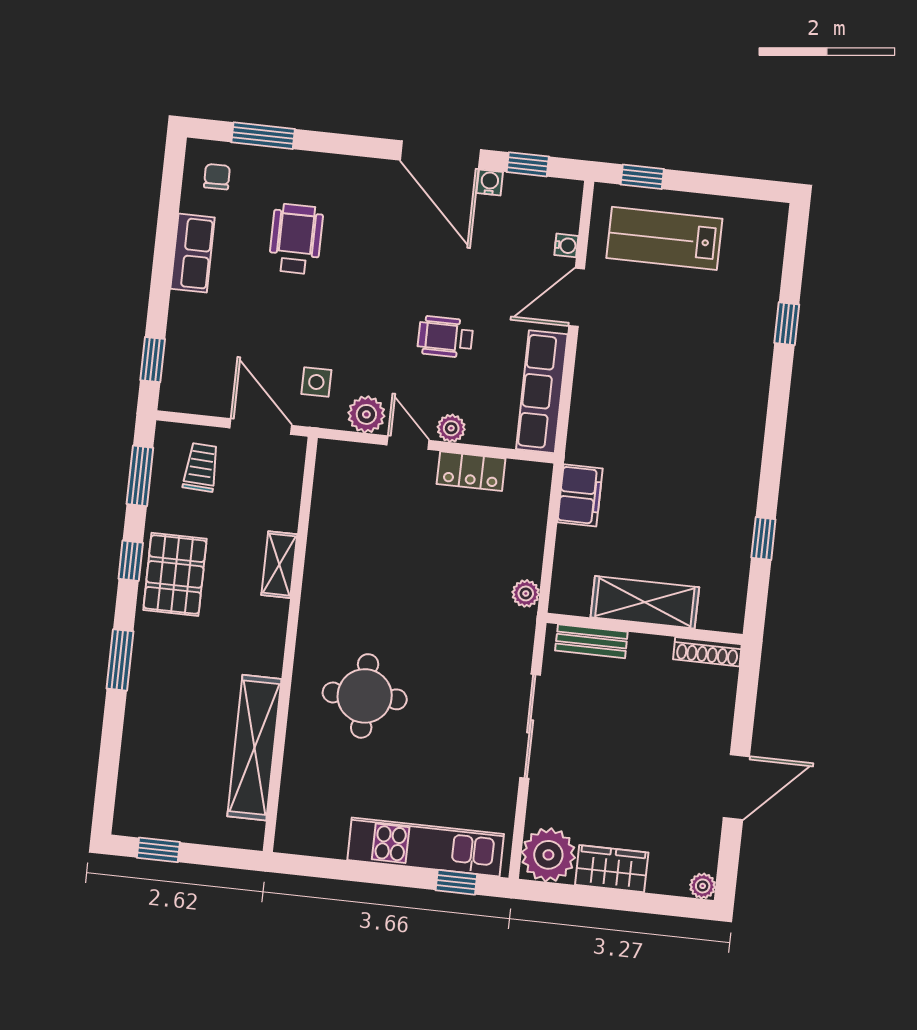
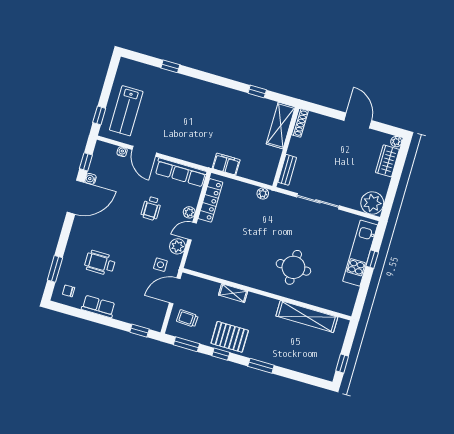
locker: (471, 471) -> (210, 200), width x1.53
shelving: (645, 602) -> (281, 125), moved
wardrobe: (612, 869) -> (387, 161), moved
window: (456, 882) -> (372, 259), moved

